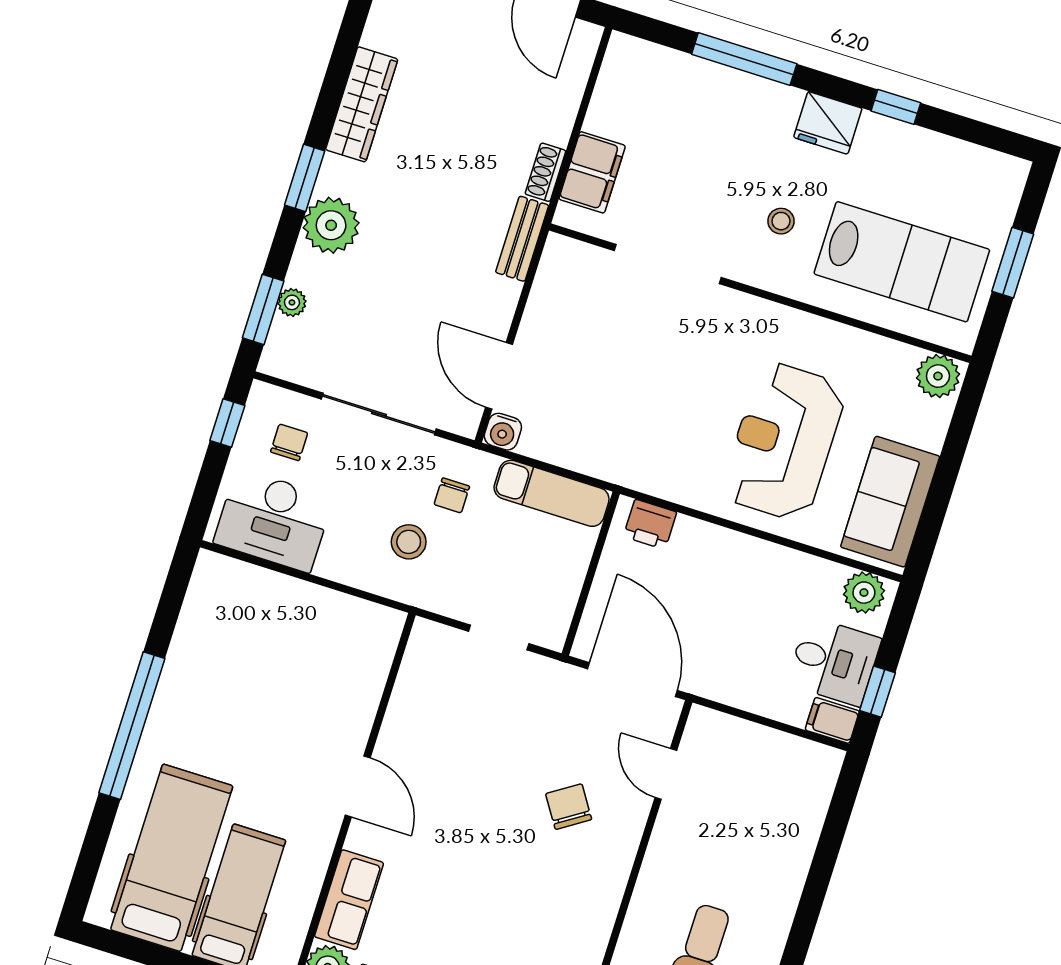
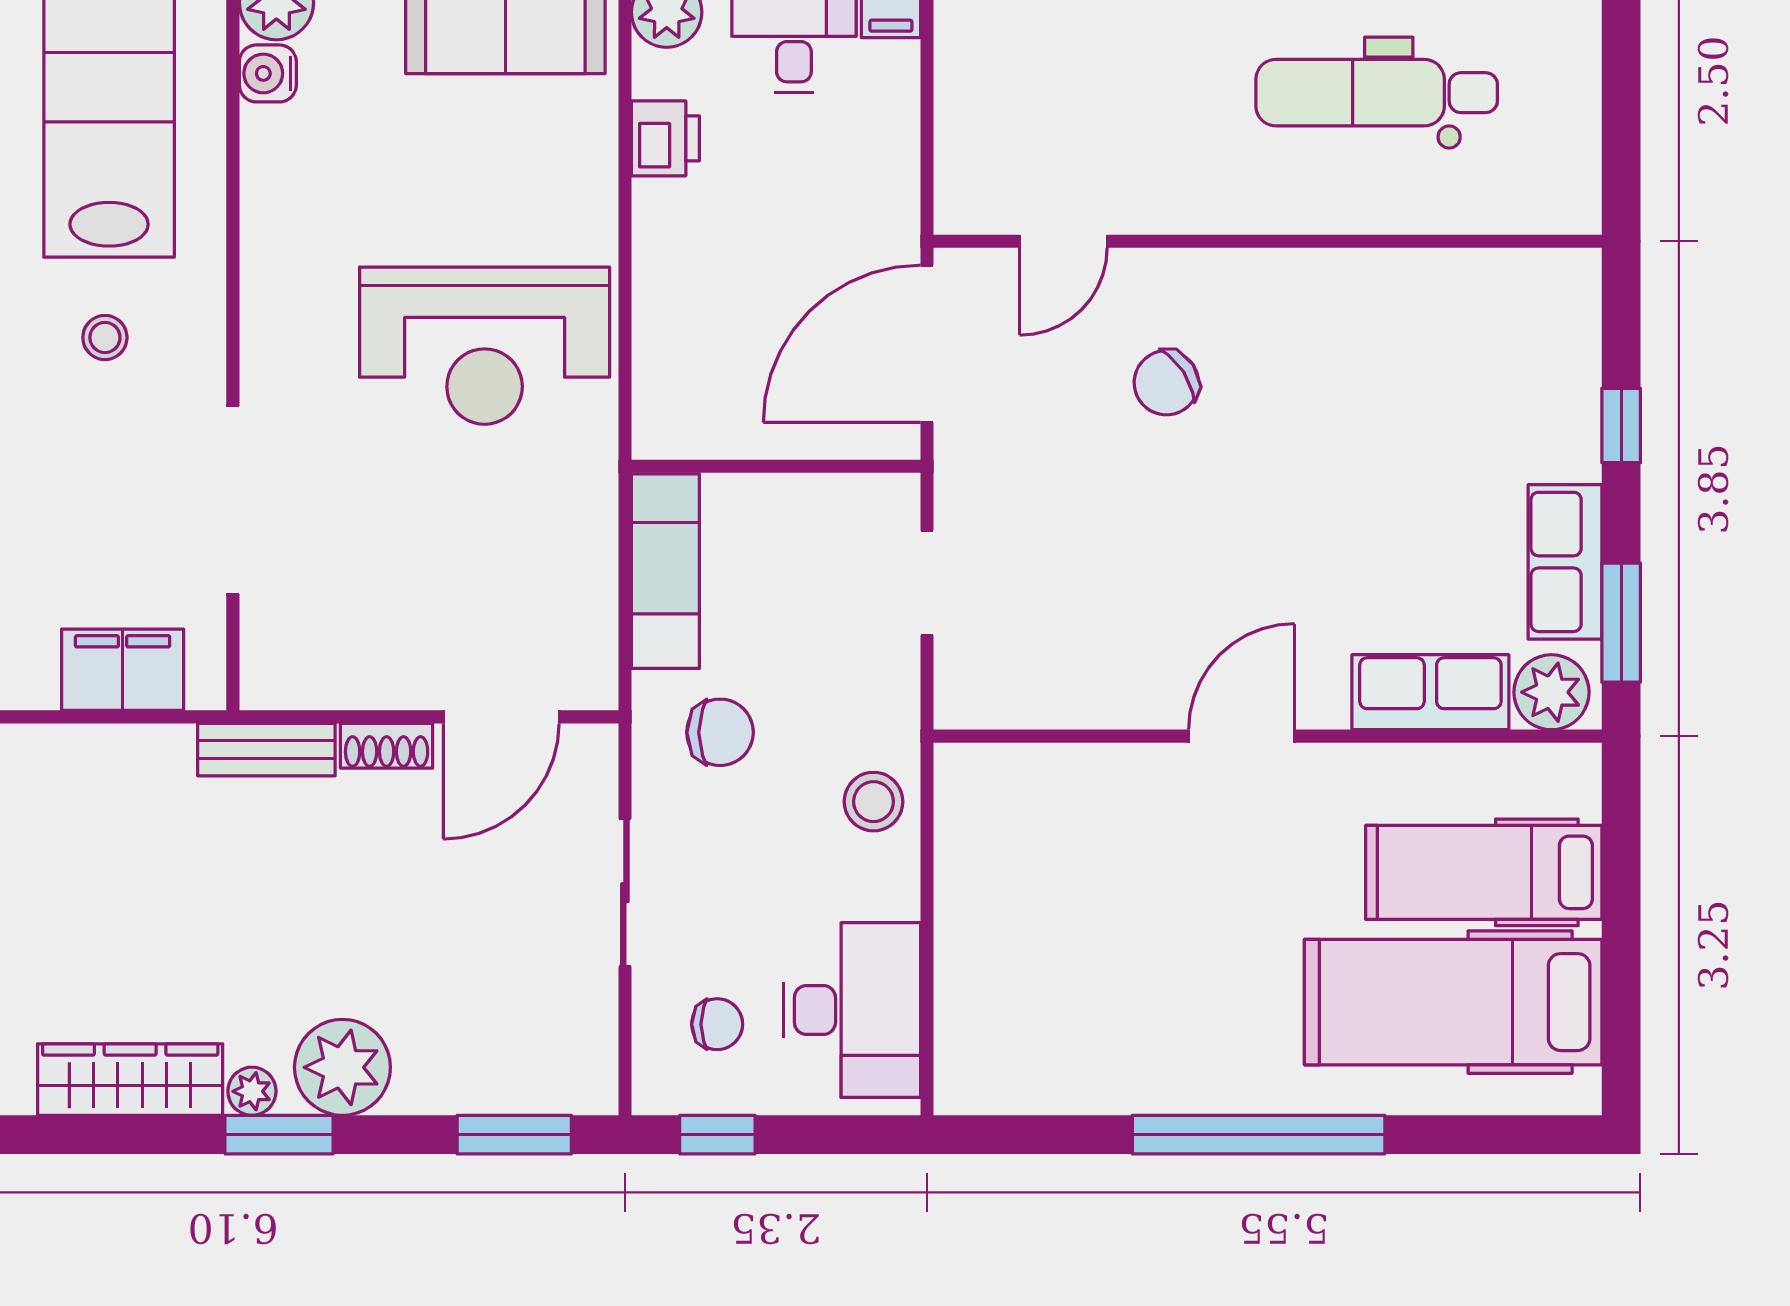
shoe rack: (545, 172) -> (387, 746), moved
plant: (292, 302) -> (252, 1091), moved
sliding door: (379, 414) -> (625, 893), width x0.73
water cooler: (503, 432) -> (268, 73), moved, turned 180
reception desk: (784, 441) -> (485, 346), moved
chair: (289, 442) -> (717, 1024), turned 180
chair: (452, 495) -> (720, 732), width x1.37, depth x1.37
printer: (650, 524) -> (665, 138), moved
stool: (409, 542) -> (874, 802), moved

